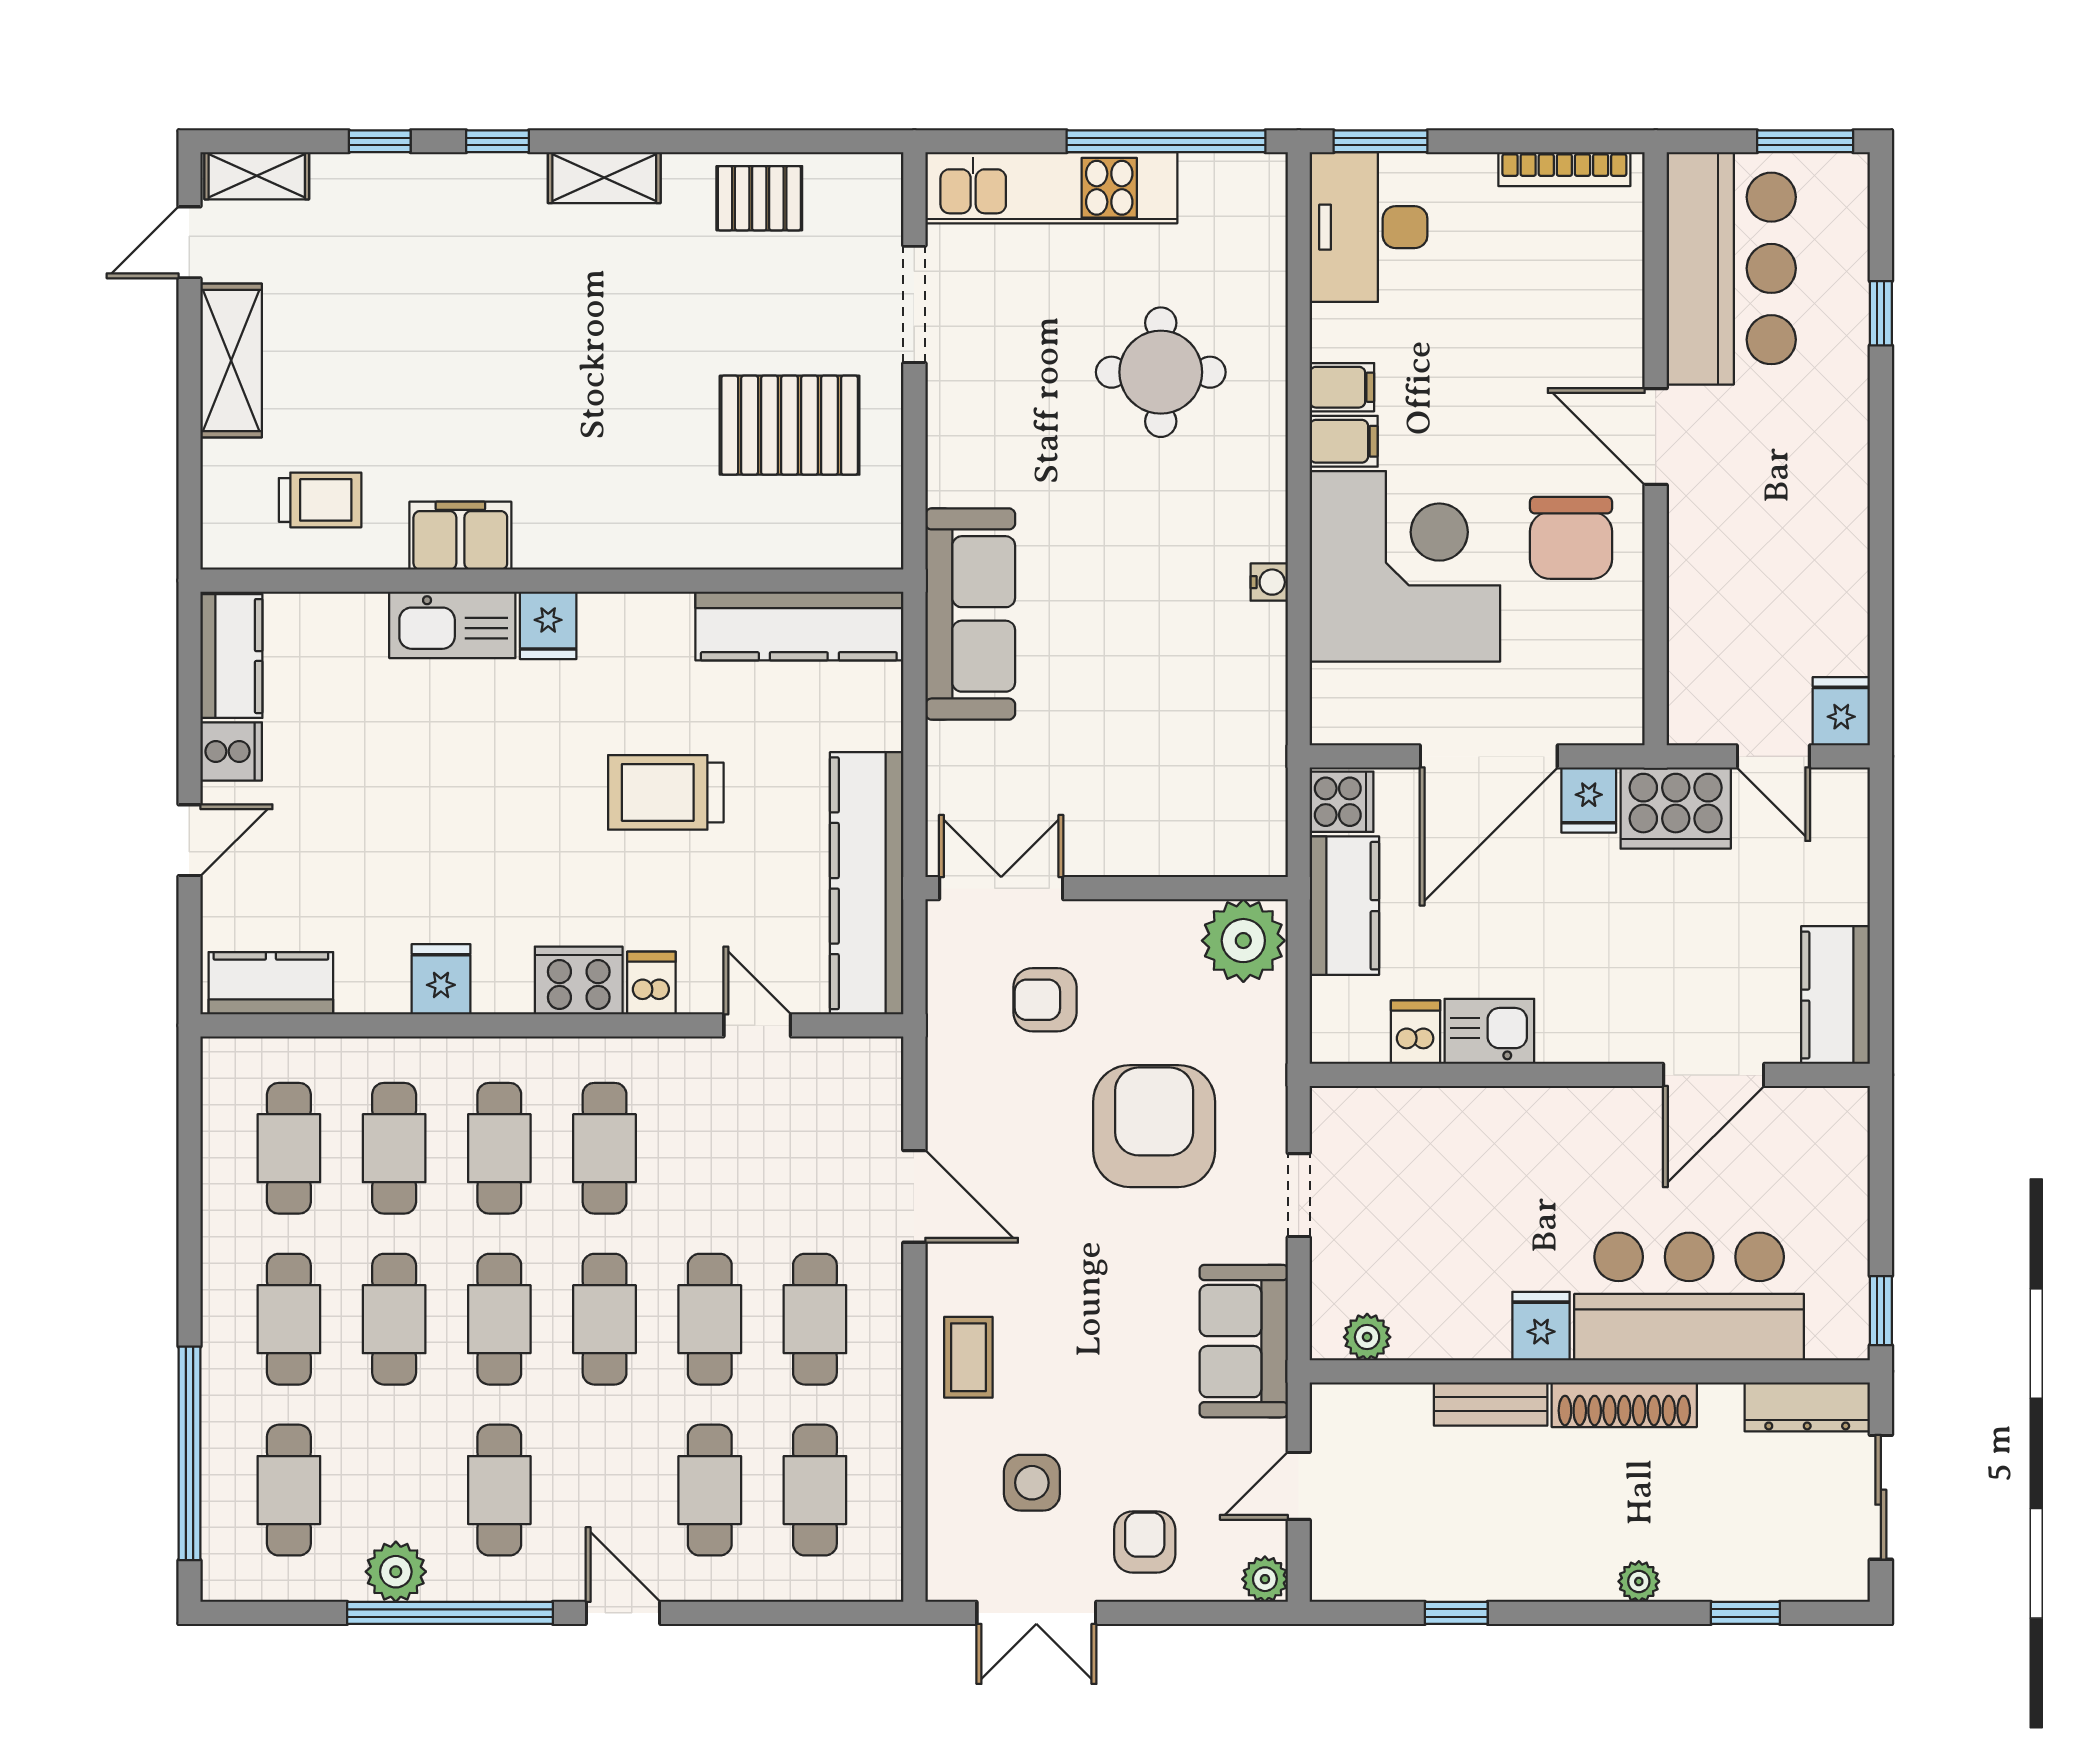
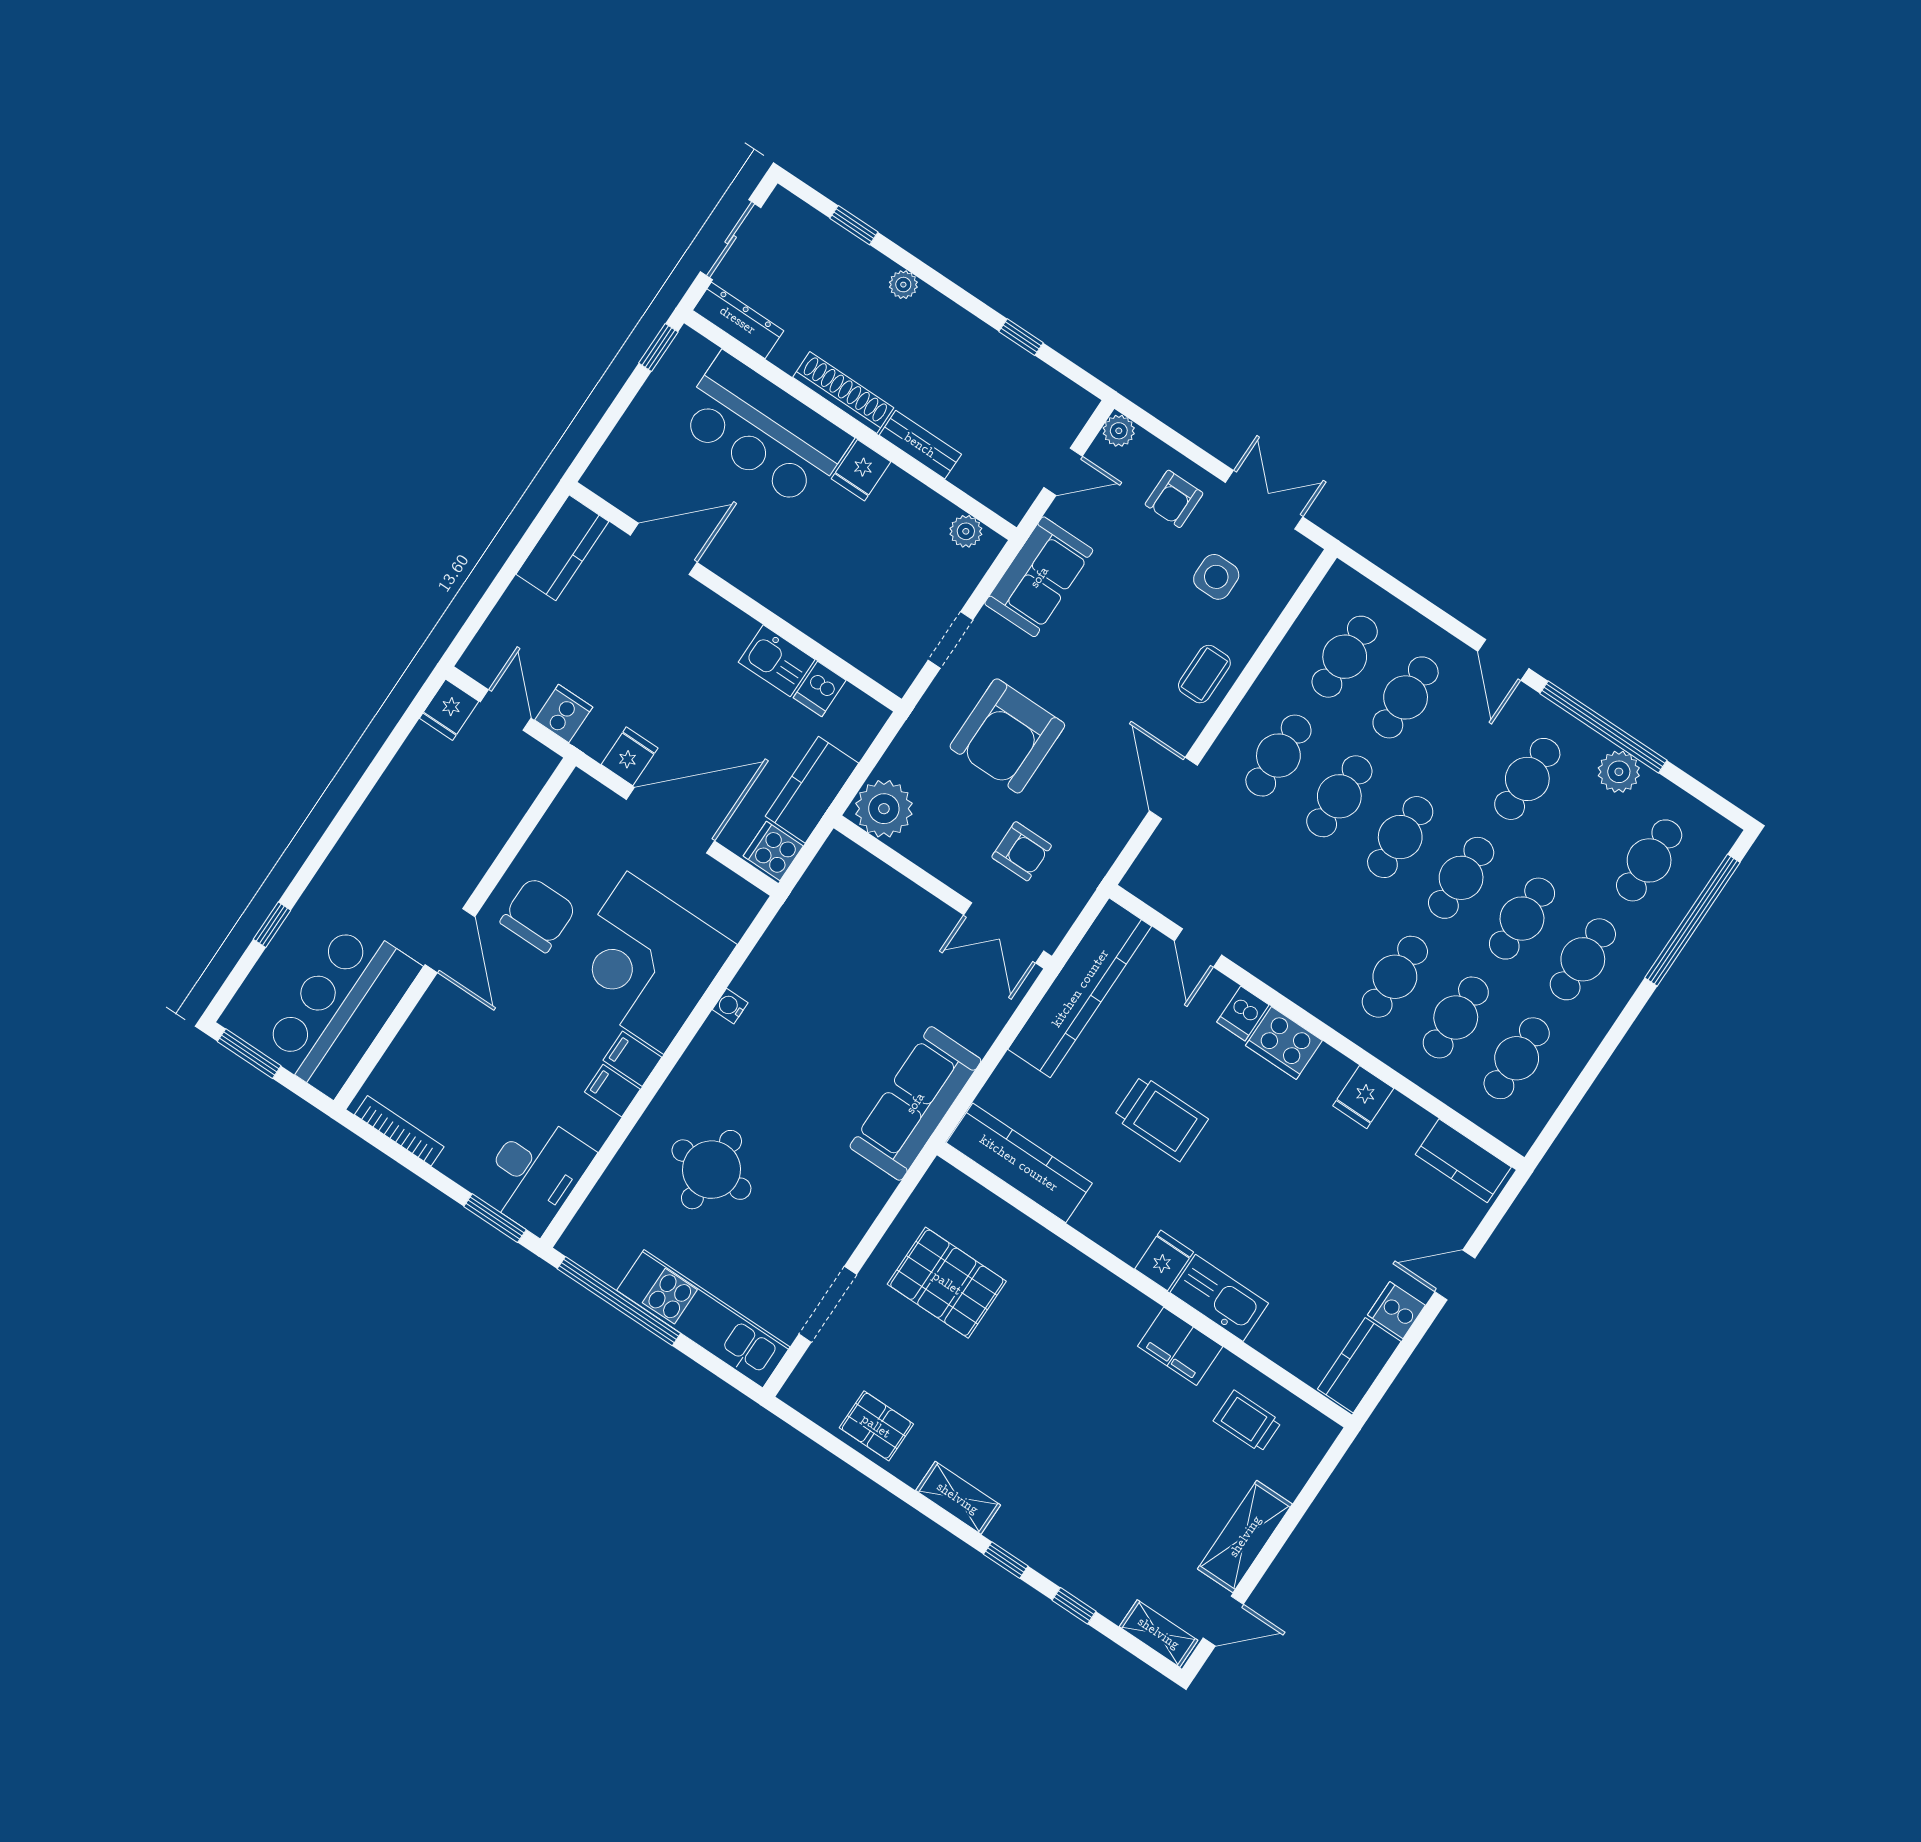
cooker: (1676, 808) -> (564, 714), width x0.53, depth x0.76
cafe table: (605, 1148) -> (1334, 936), removed

